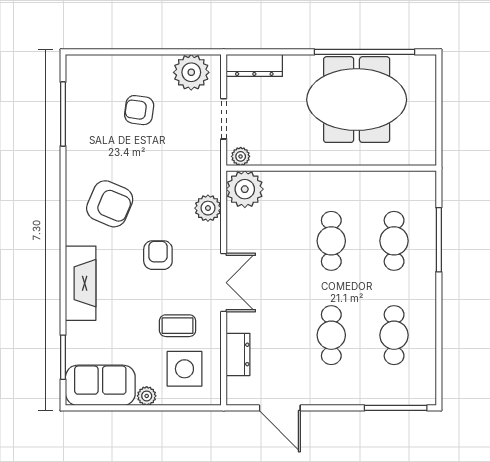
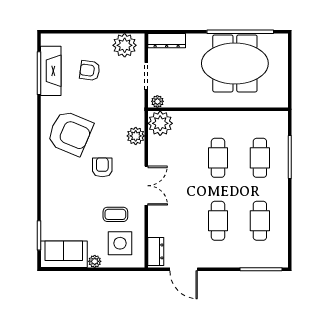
armchair: (110, 204) -> (70, 133), width x1.36, depth x1.36
fireplace: (81, 283) -> (51, 71), moved
dresser: (238, 354) -> (156, 251), moved

